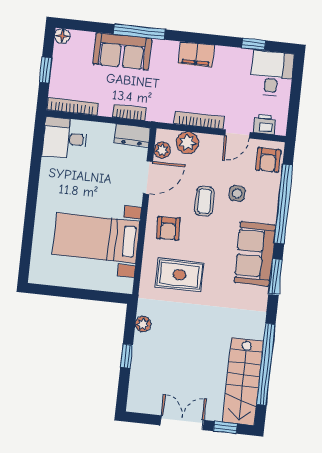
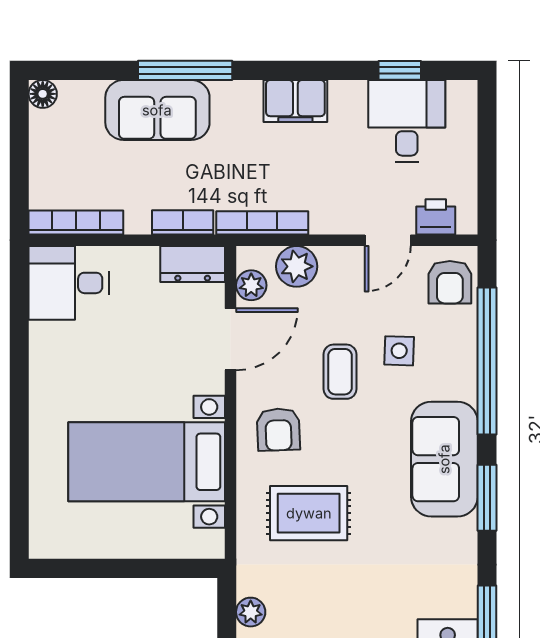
window: (46, 70) -> (19, 161), removed
desk: (272, 73) -> (407, 121), moved
bookcase: (199, 120) -> (262, 223), moved

